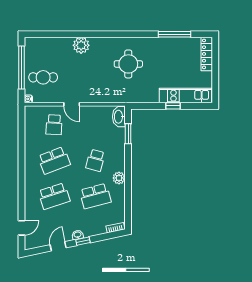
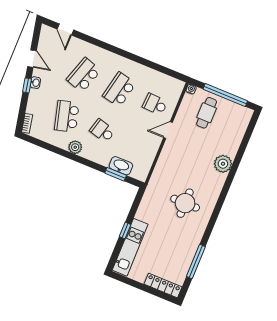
washbasin: (119, 117) -> (121, 166), moved
school desk: (54, 160) -> (119, 90), turned 33
school desk: (54, 196) -> (84, 75), turned 36

